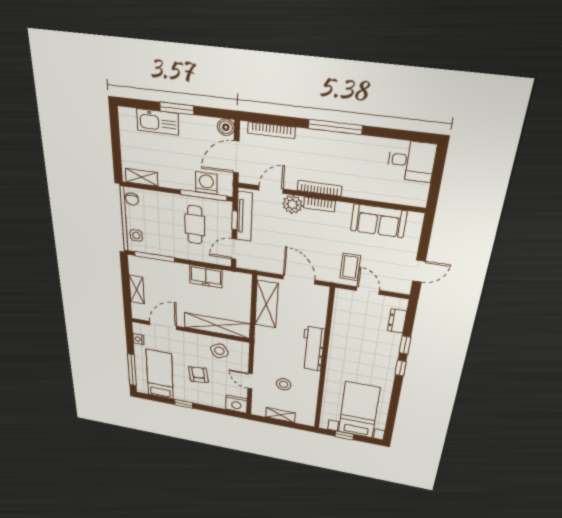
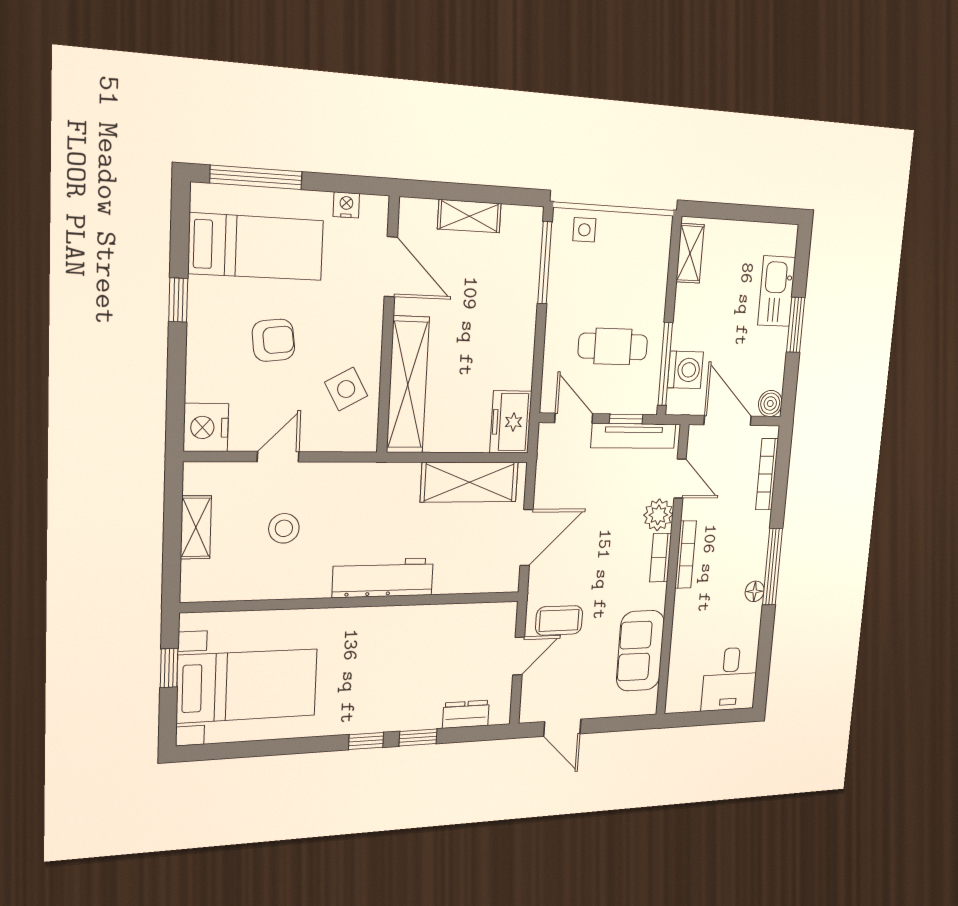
floor lamp: (351, 141) -> (755, 591), added
chair: (132, 199) -> (652, 230), removed
freezer: (206, 276) -> (511, 422), moved

